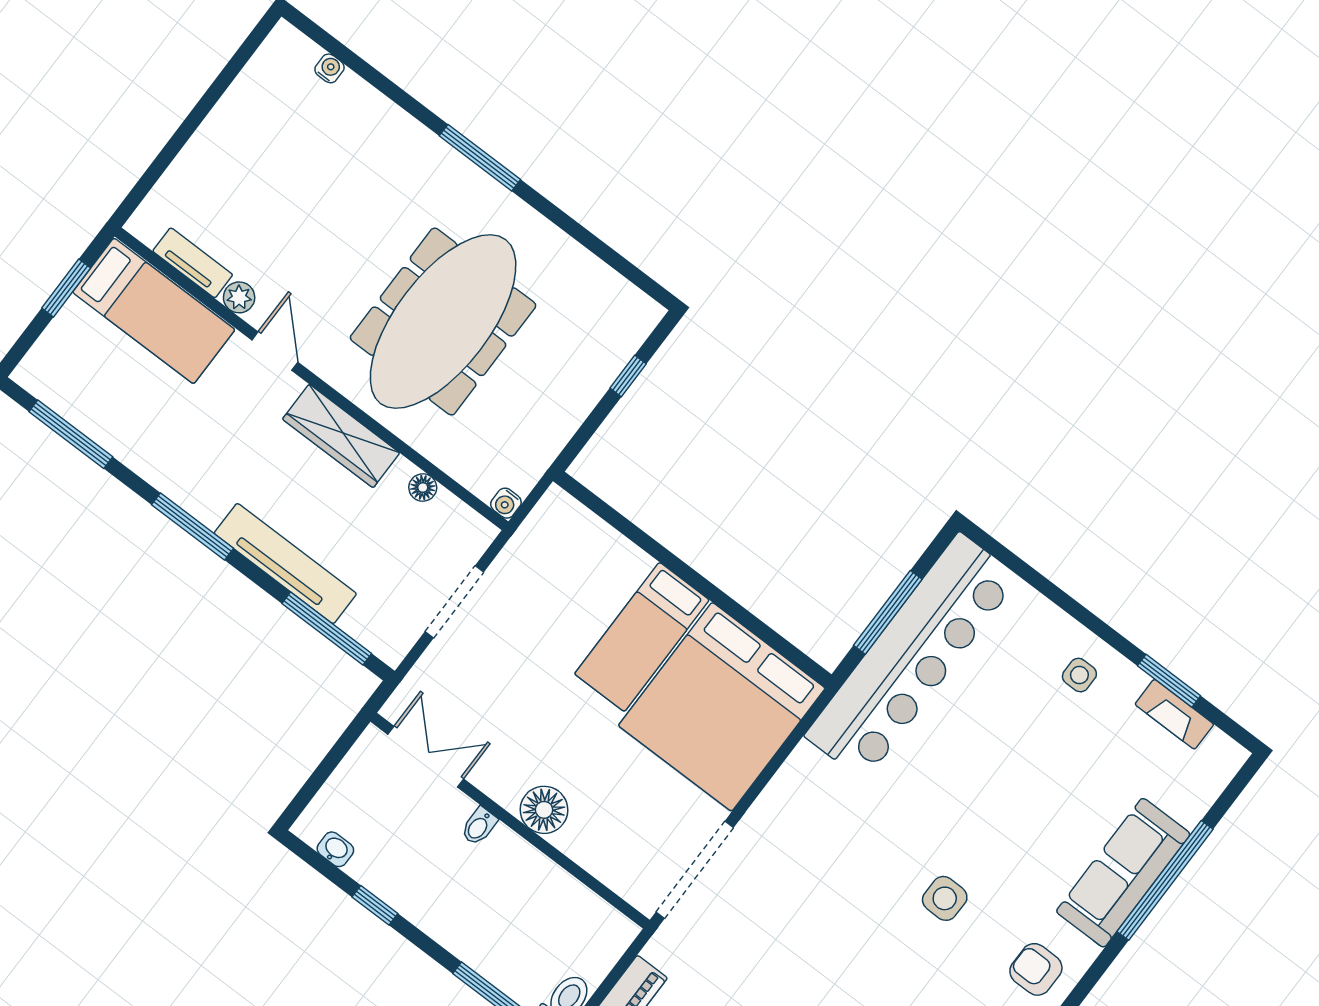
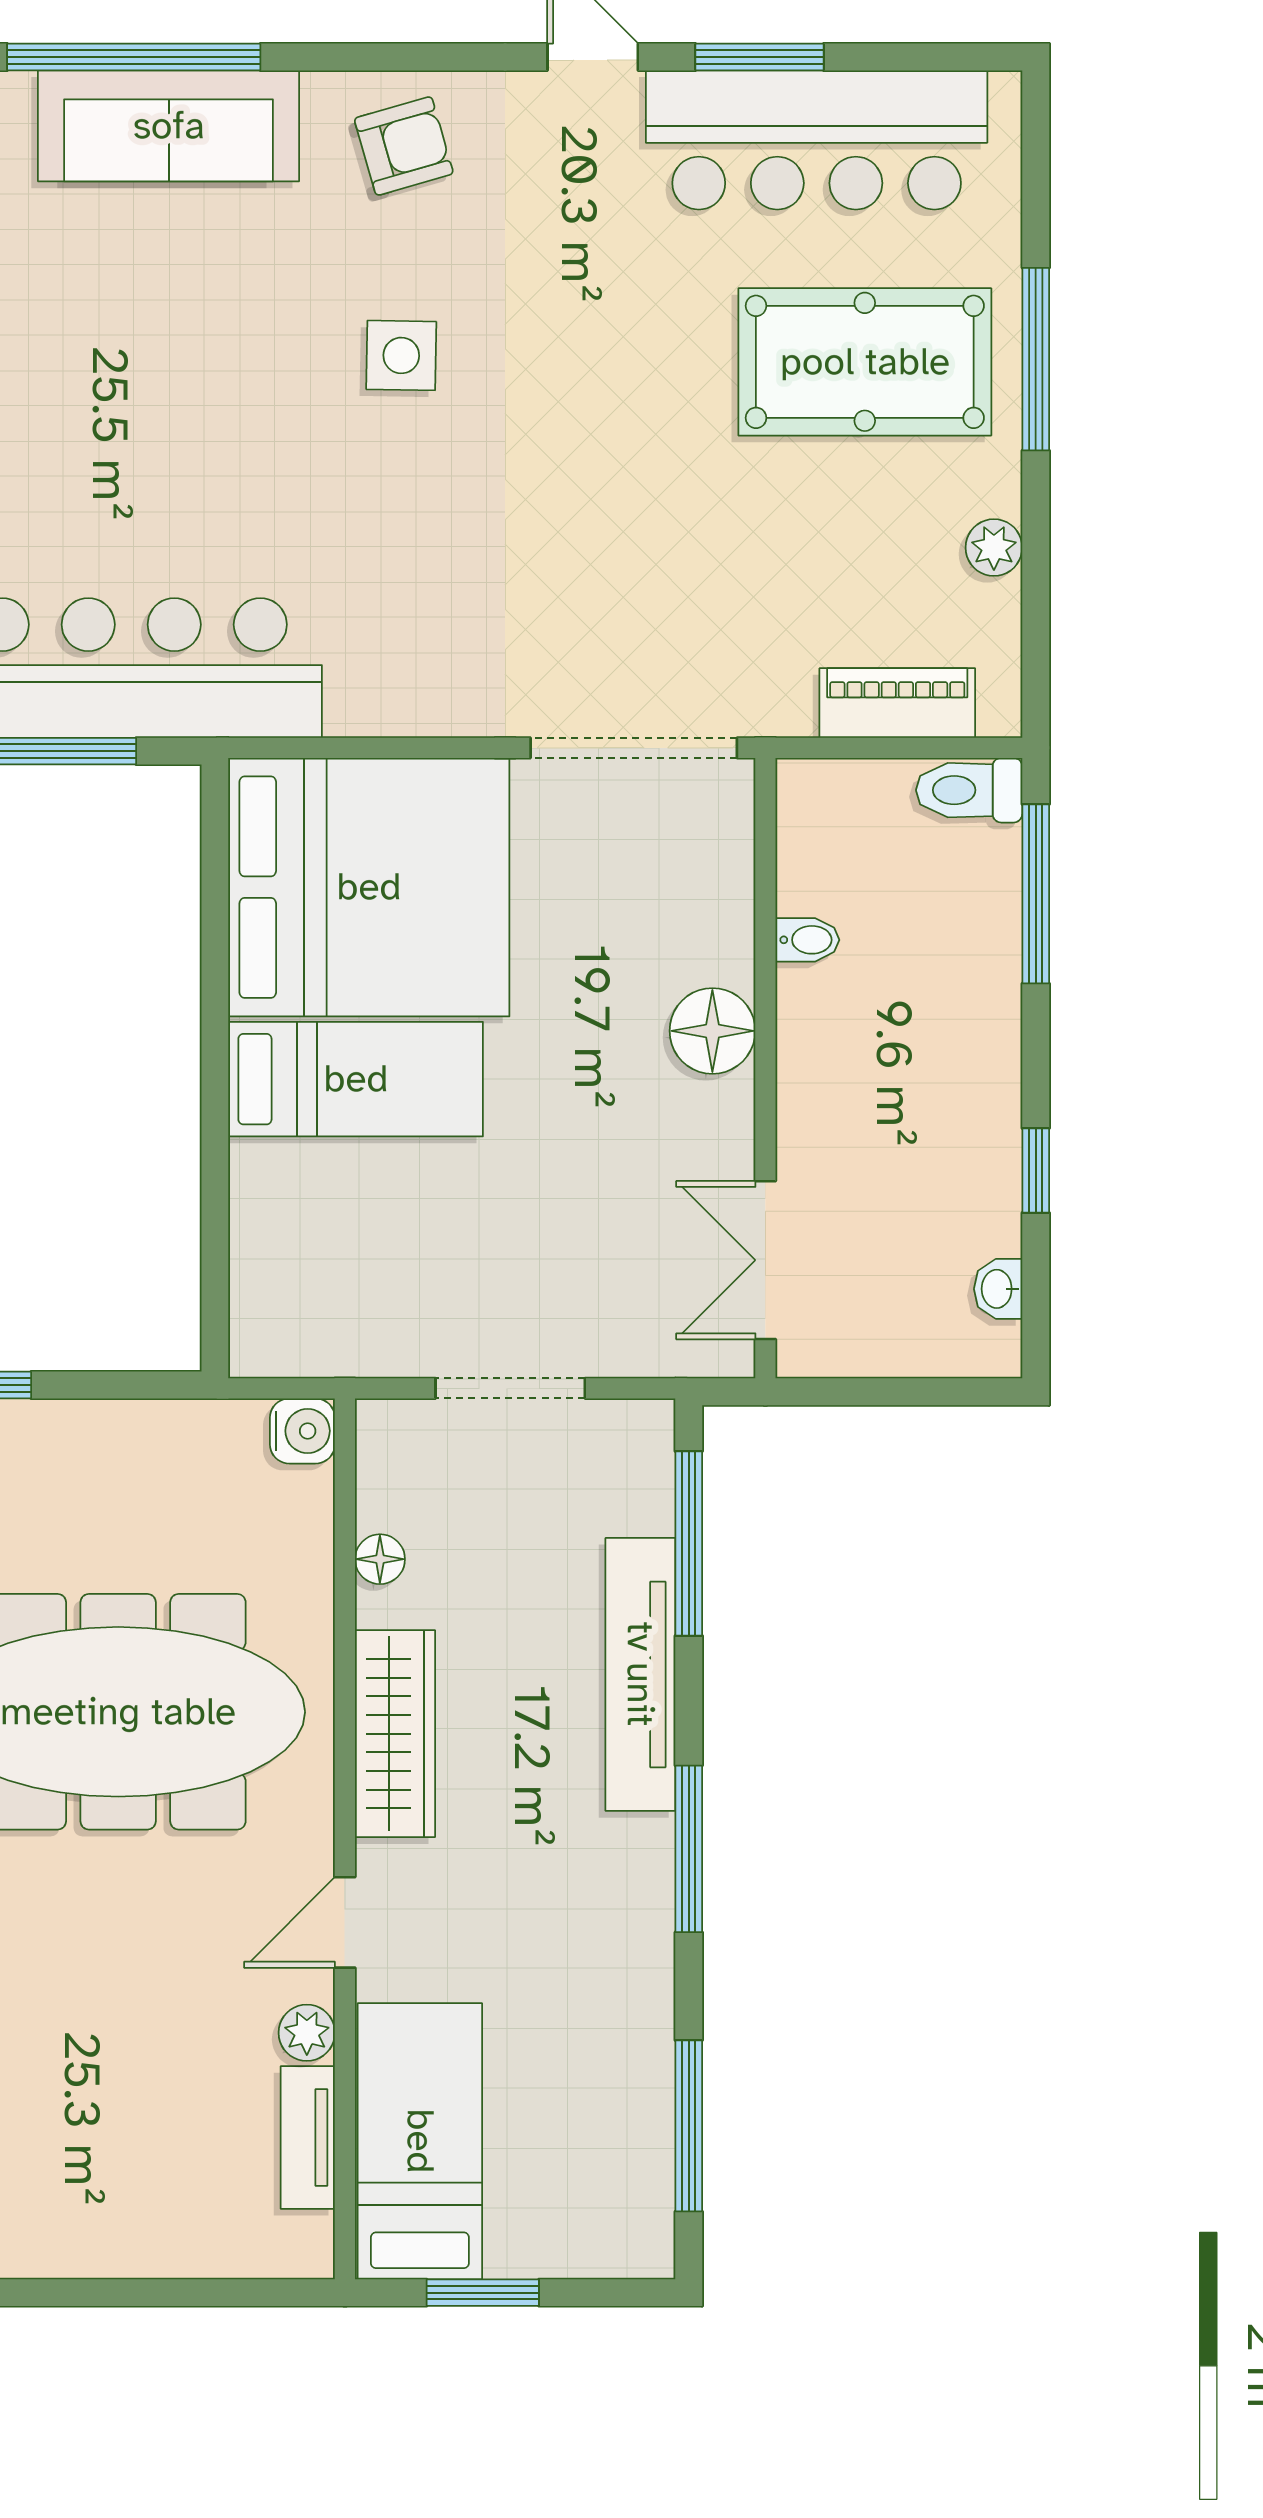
water cooler: (506, 503) -> (302, 1431), width x1.38, depth x1.38
bidet: (479, 826) -> (807, 940), moved
armchair: (1036, 969) -> (404, 146), turned -106

